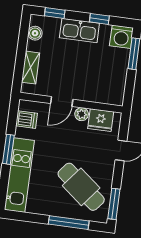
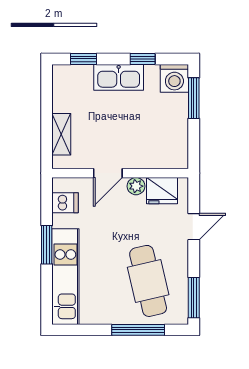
boiler: (35, 33) -> (61, 89), removed
cafe table: (81, 187) -> (148, 281), turned 38

